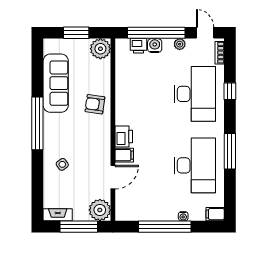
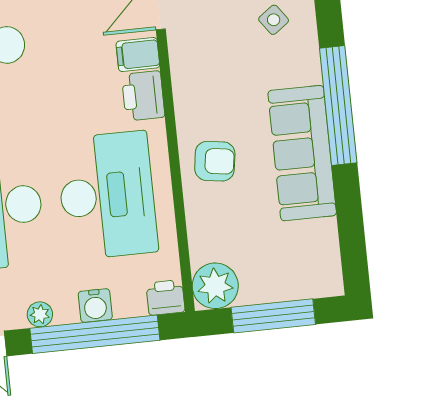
window: (76, 33) -> (273, 316), width x1.44
printer: (138, 46) -> (165, 297), moved
sofa: (56, 83) -> (302, 153), moved
desk: (144, 94) -> (107, 195), added

